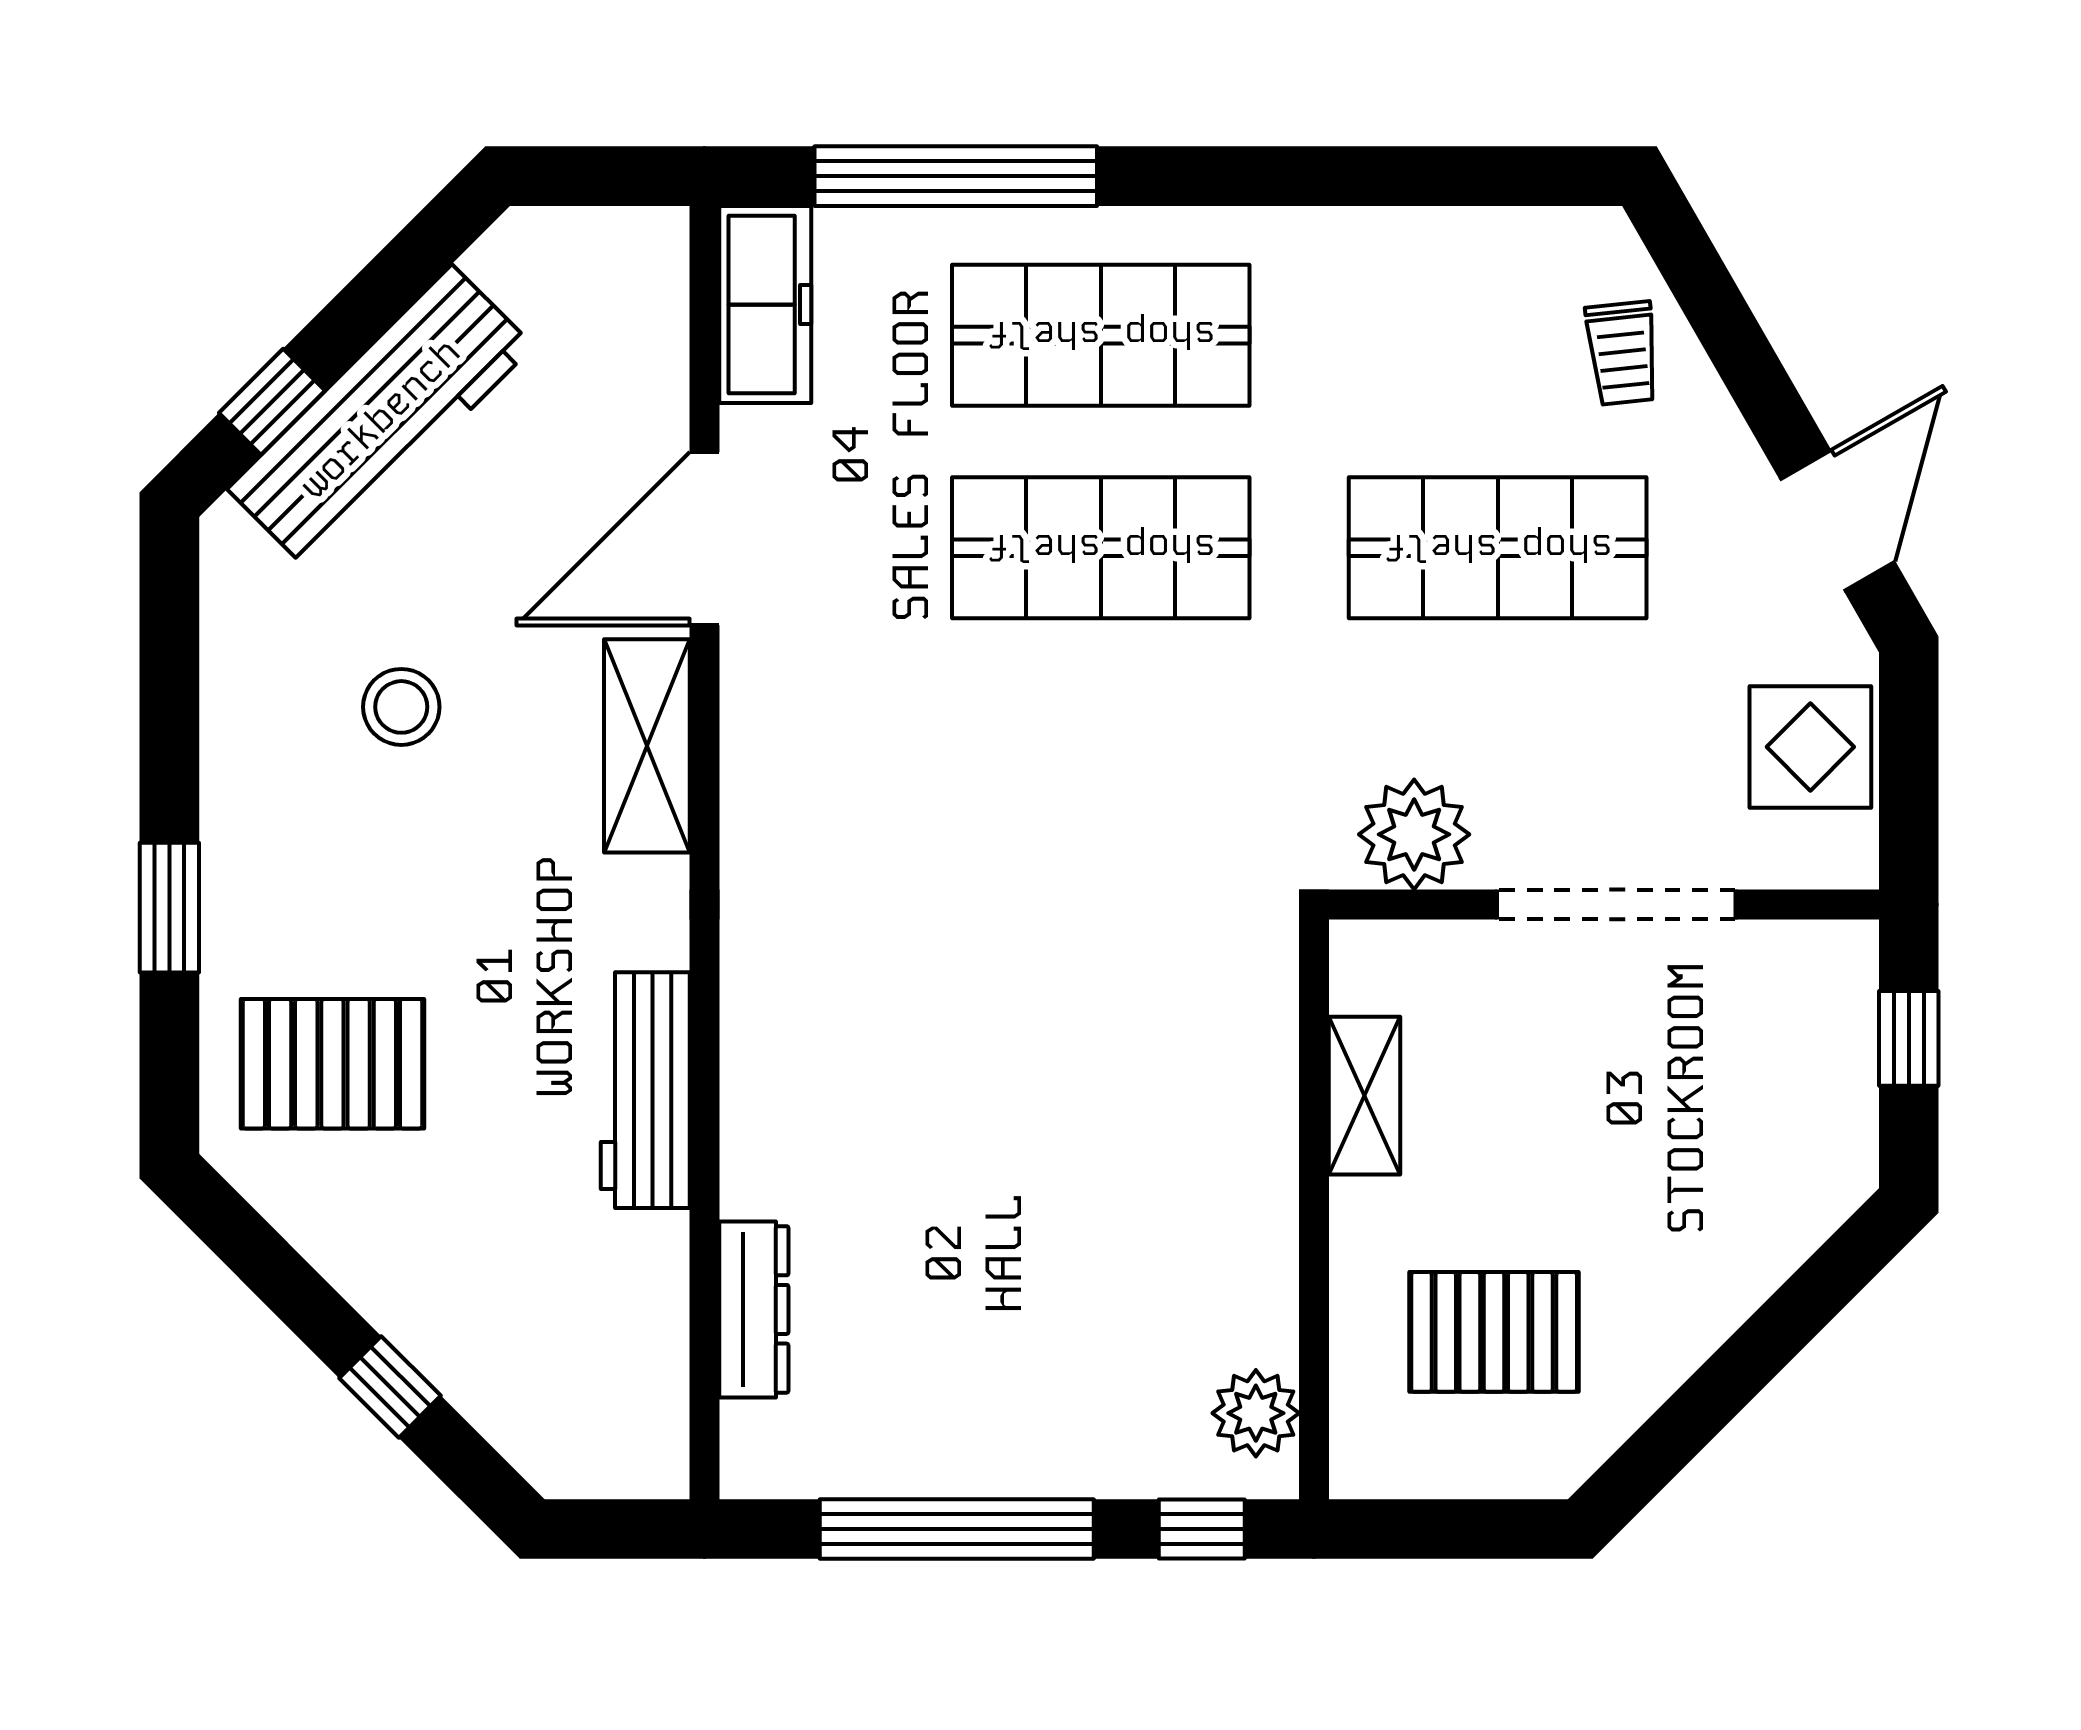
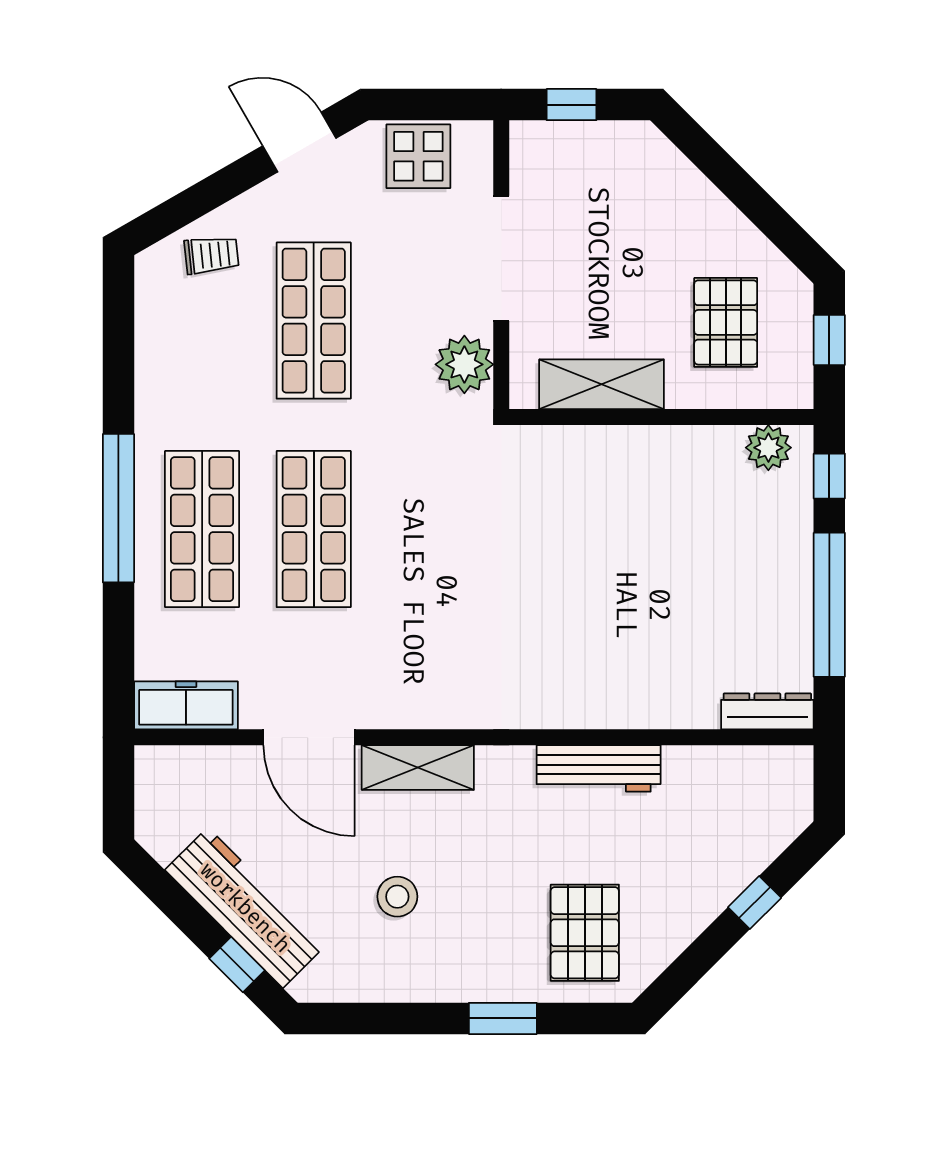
window: (956, 176) -> (118, 508), moved
shelving: (1365, 1096) -> (602, 384), width x1.50, depth x1.33
dresser: (754, 1309) -> (767, 711), moved
window: (1461, 1529) -> (829, 340), added

